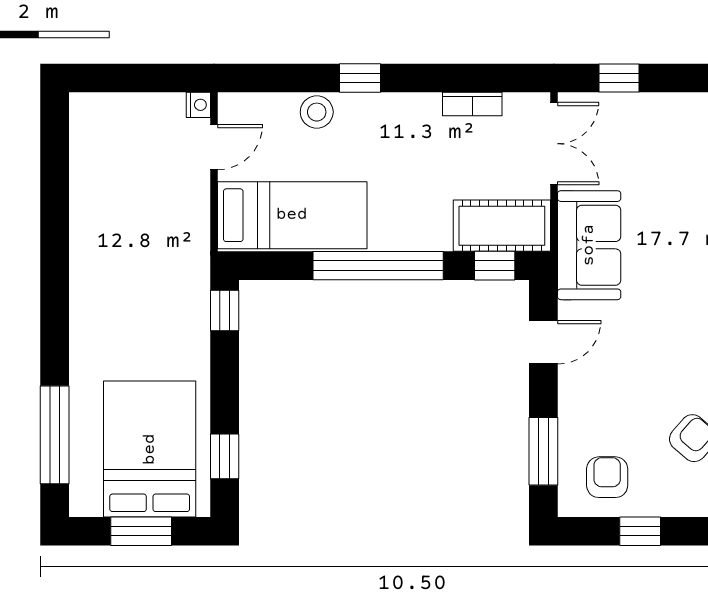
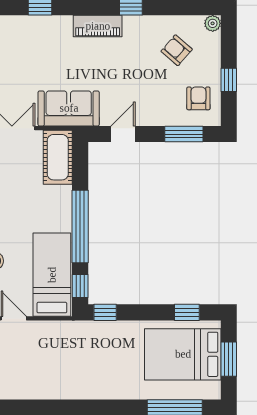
window: (495, 266) -> (80, 286), moved
door: (543, 342) -> (123, 134), hinge flipped
armchair: (607, 477) -> (198, 98), turned 90

